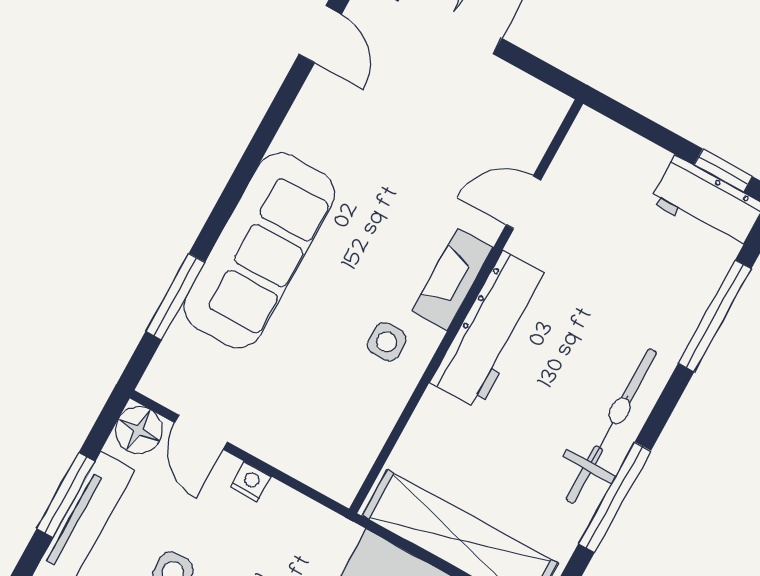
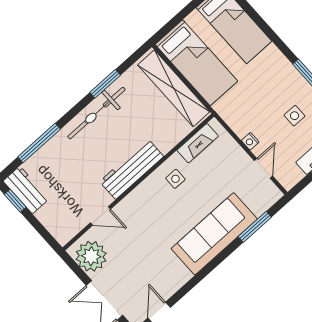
plant: (513, 107) -> (91, 256), added
fireplace: (453, 279) -> (198, 143), moved
floor lamp: (139, 430) -> (288, 178), removed
window: (615, 497) -> (105, 84), width x0.69

